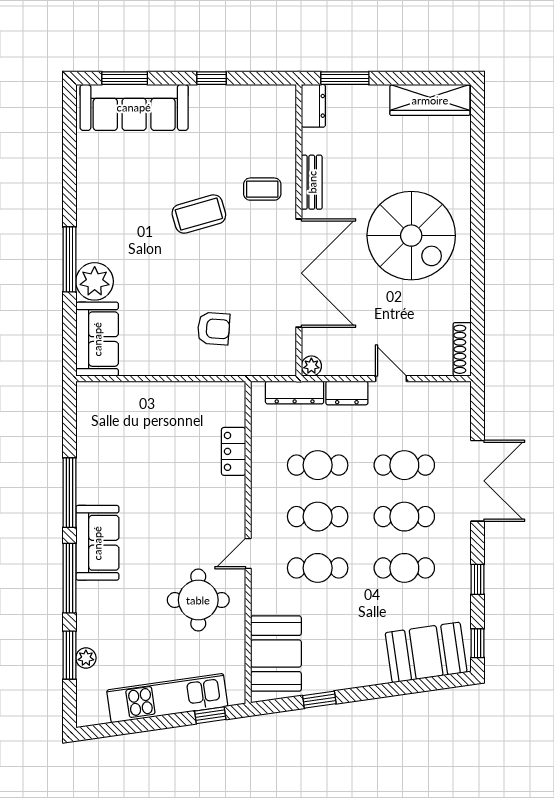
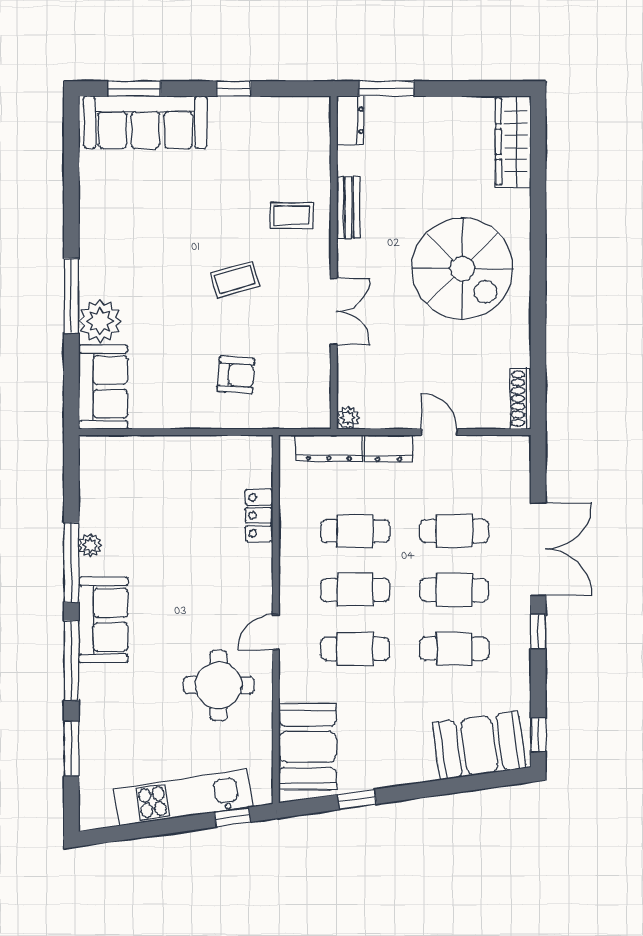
wardrobe: (430, 100) -> (513, 142), moved, turned 90
coffee table: (199, 214) -> (235, 280), moved, width x0.73, depth x0.77
double door: (299, 273) -> (334, 311), width x0.54
window: (478, 579) -> (538, 632), moved
plant: (86, 658) -> (90, 545), moved

